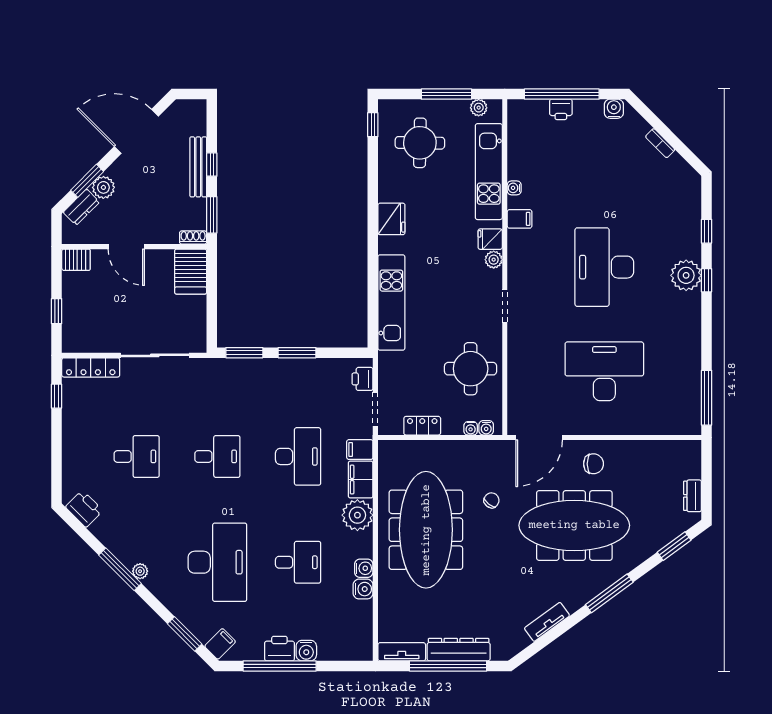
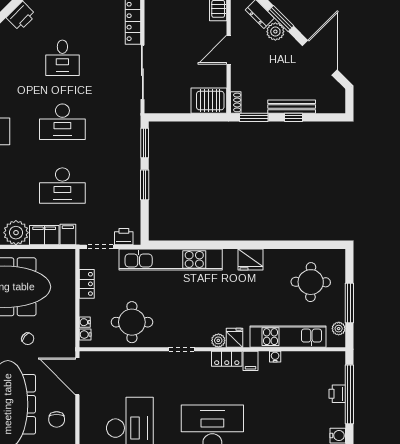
window: (373, 125) -> (325, 245), removed
locker: (517, 249) -> (227, 359), added
kitchen unit: (391, 303) -> (171, 259), width x1.36
desk: (217, 456) -> (62, 122), width x1.37

